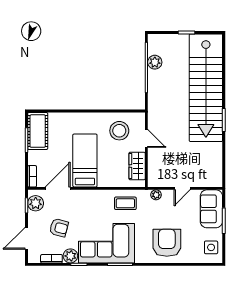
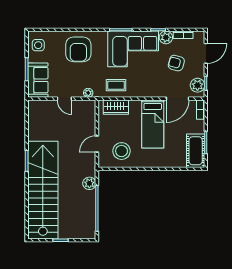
plant: (155, 62) -> (89, 183), moved
door: (146, 138) -> (97, 144), hinge flipped
wardrobe: (137, 166) -> (116, 107), moved, turned 90
door: (182, 188) -> (64, 99), swing flipped

